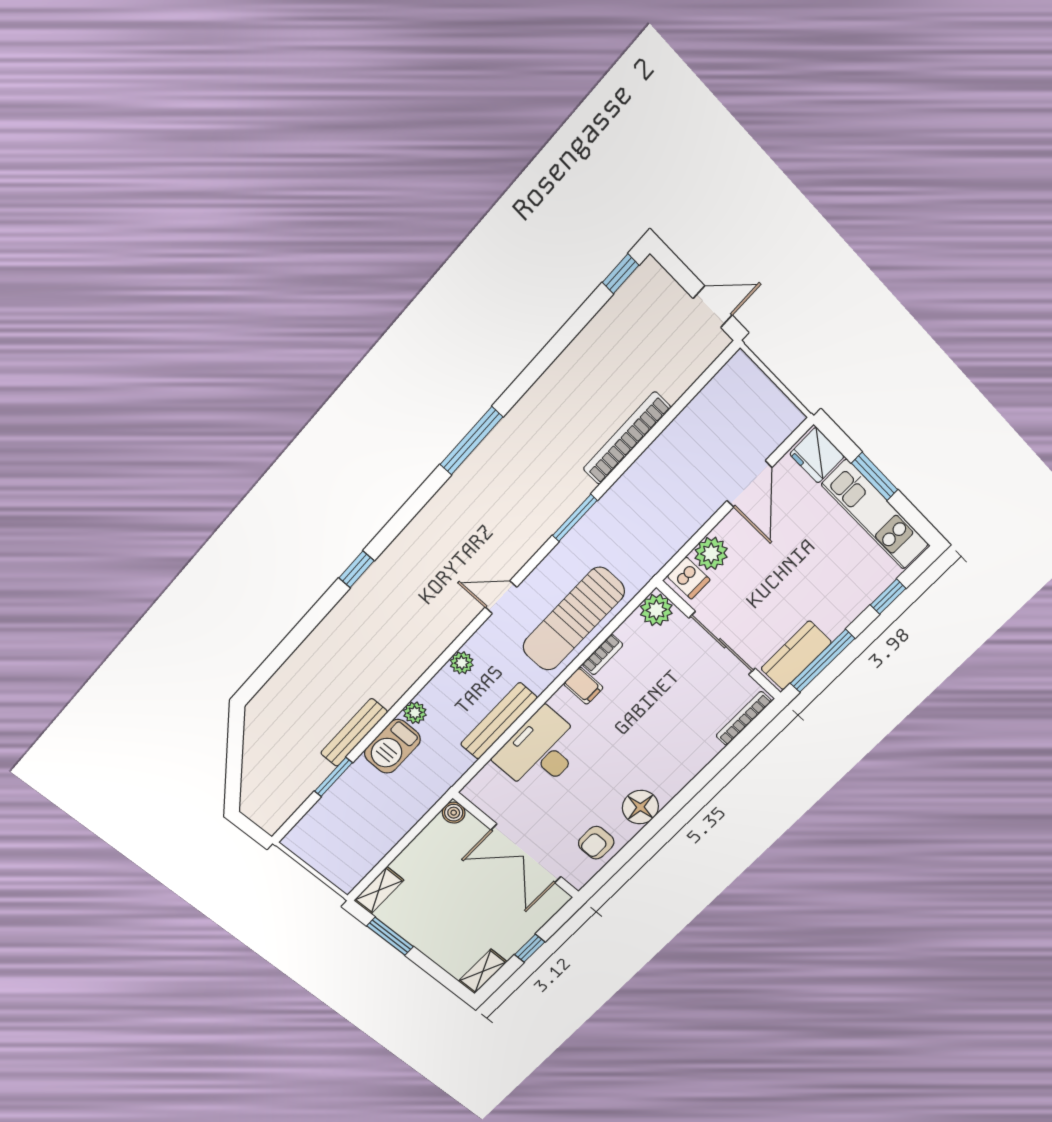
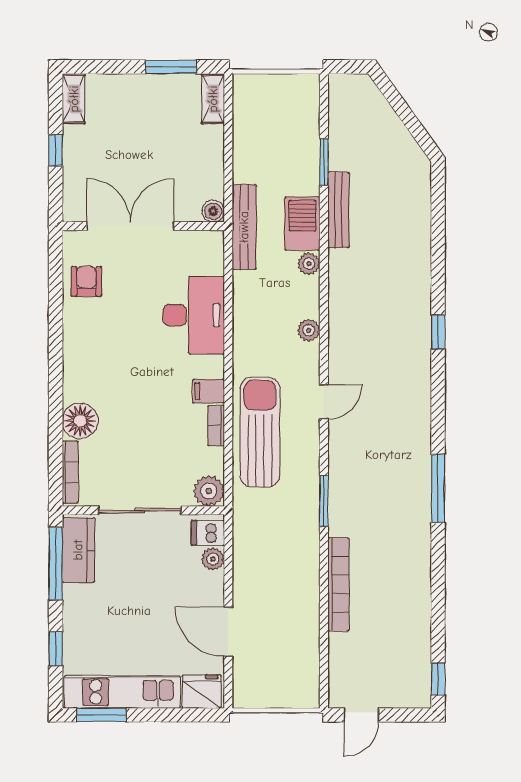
window: (875, 476) -> (101, 715), moved
plant: (711, 553) -> (213, 559), width x0.73, depth x0.73
bench: (499, 721) -> (244, 227), moved
floor lamp: (640, 807) -> (80, 421), moved

